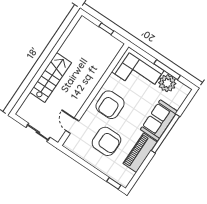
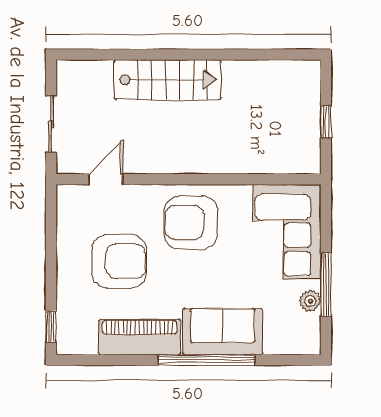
plant: (167, 83) -> (310, 301), width x0.53, depth x0.53
armchair: (106, 141) -> (119, 261), turned -90

